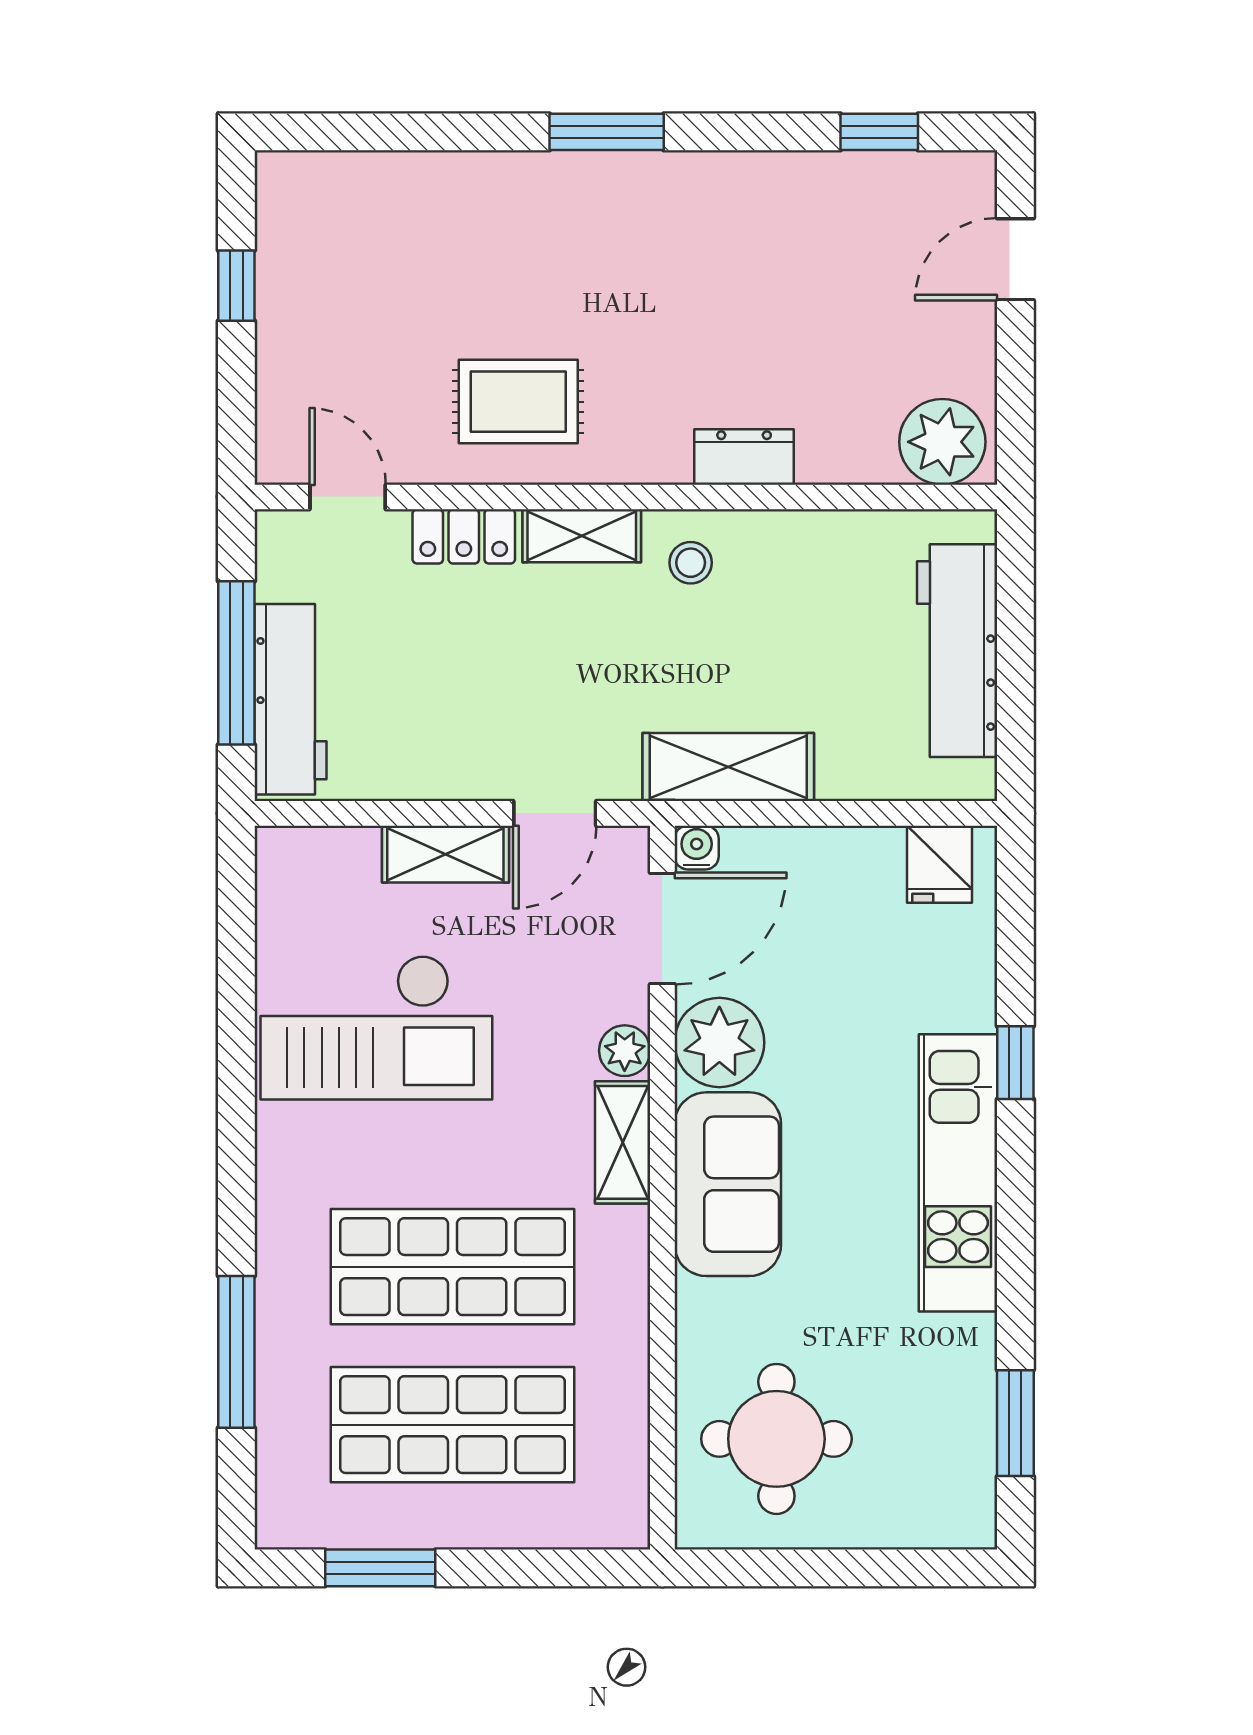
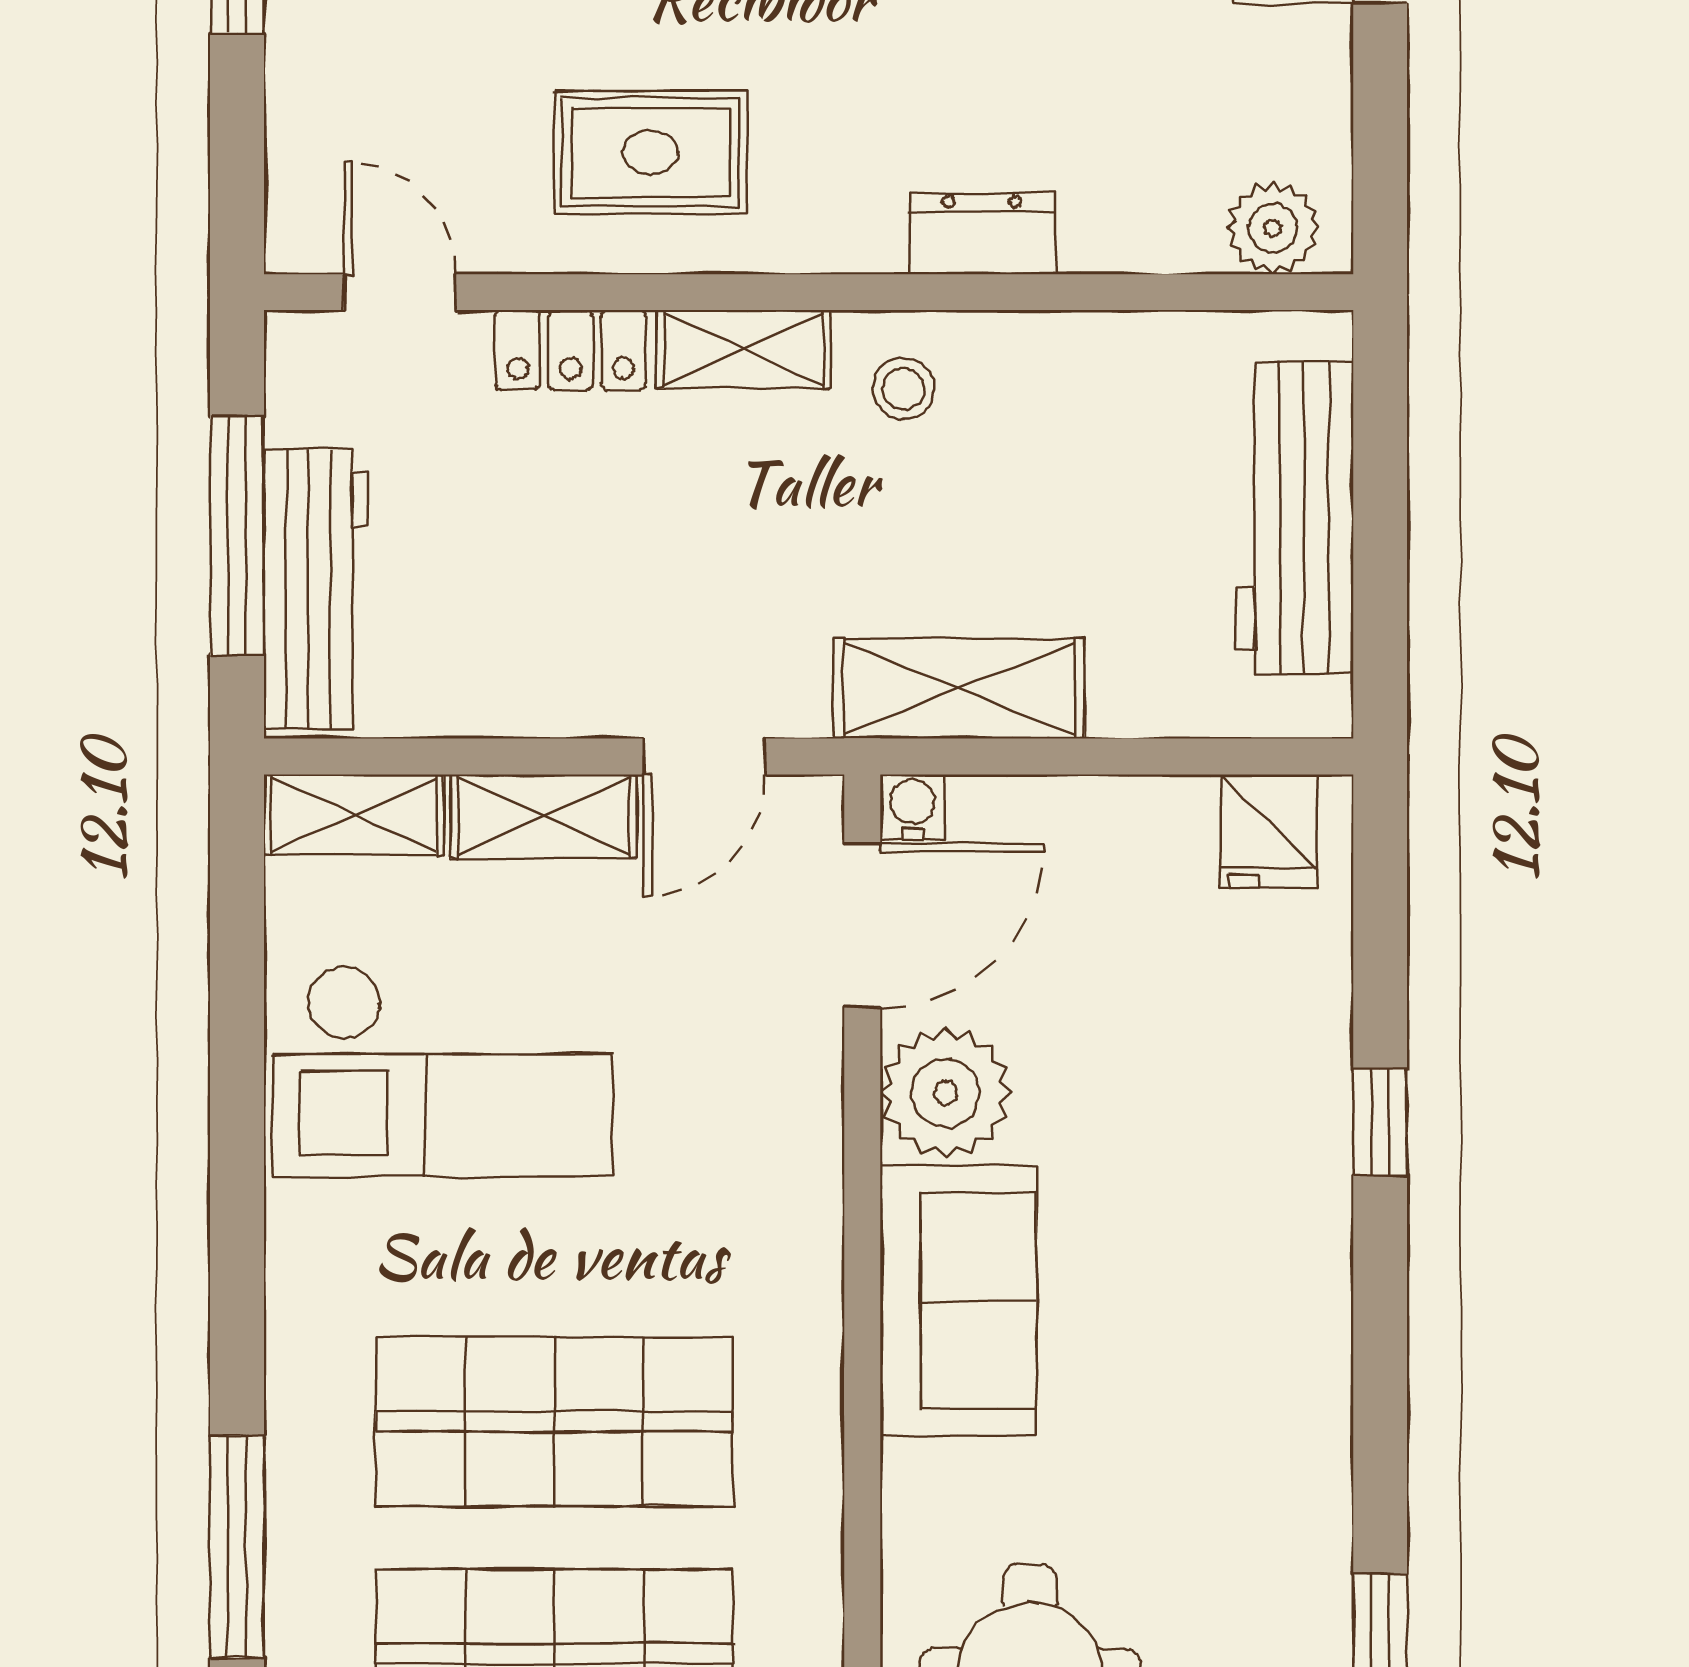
plant: (942, 442) -> (1273, 228), width x0.73, depth x0.73
plant: (625, 1051) -> (807, 1105), removed
shelving: (623, 1142) -> (354, 815), moved, turned 90
kitchen unit: (958, 1173) -> (1296, 1284), removed

